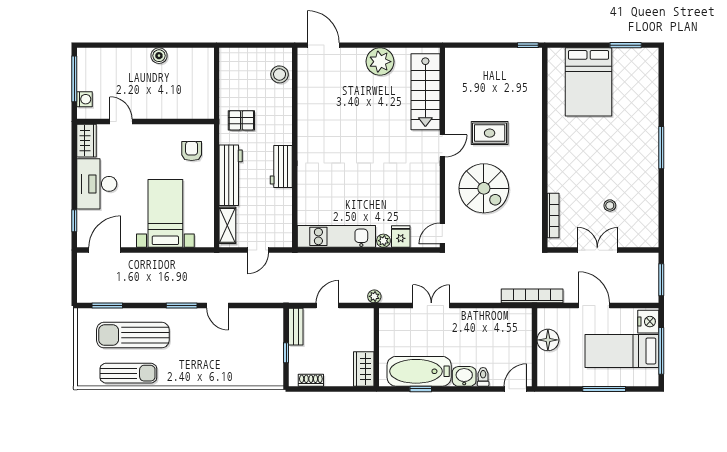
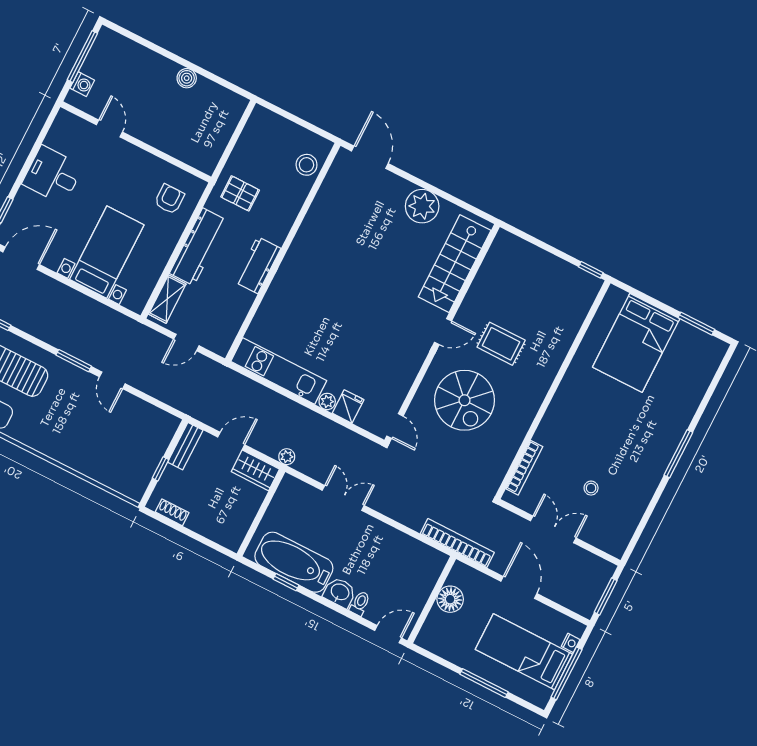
wardrobe: (86, 141) -> (62, 130), removed
desk: (97, 184) -> (53, 175), width x0.73
door: (442, 233) -> (395, 426), swing flipped
nightstand: (648, 322) -> (571, 643), width x0.53, depth x0.56
wardrobe: (364, 369) -> (255, 470), moved, turned -90

